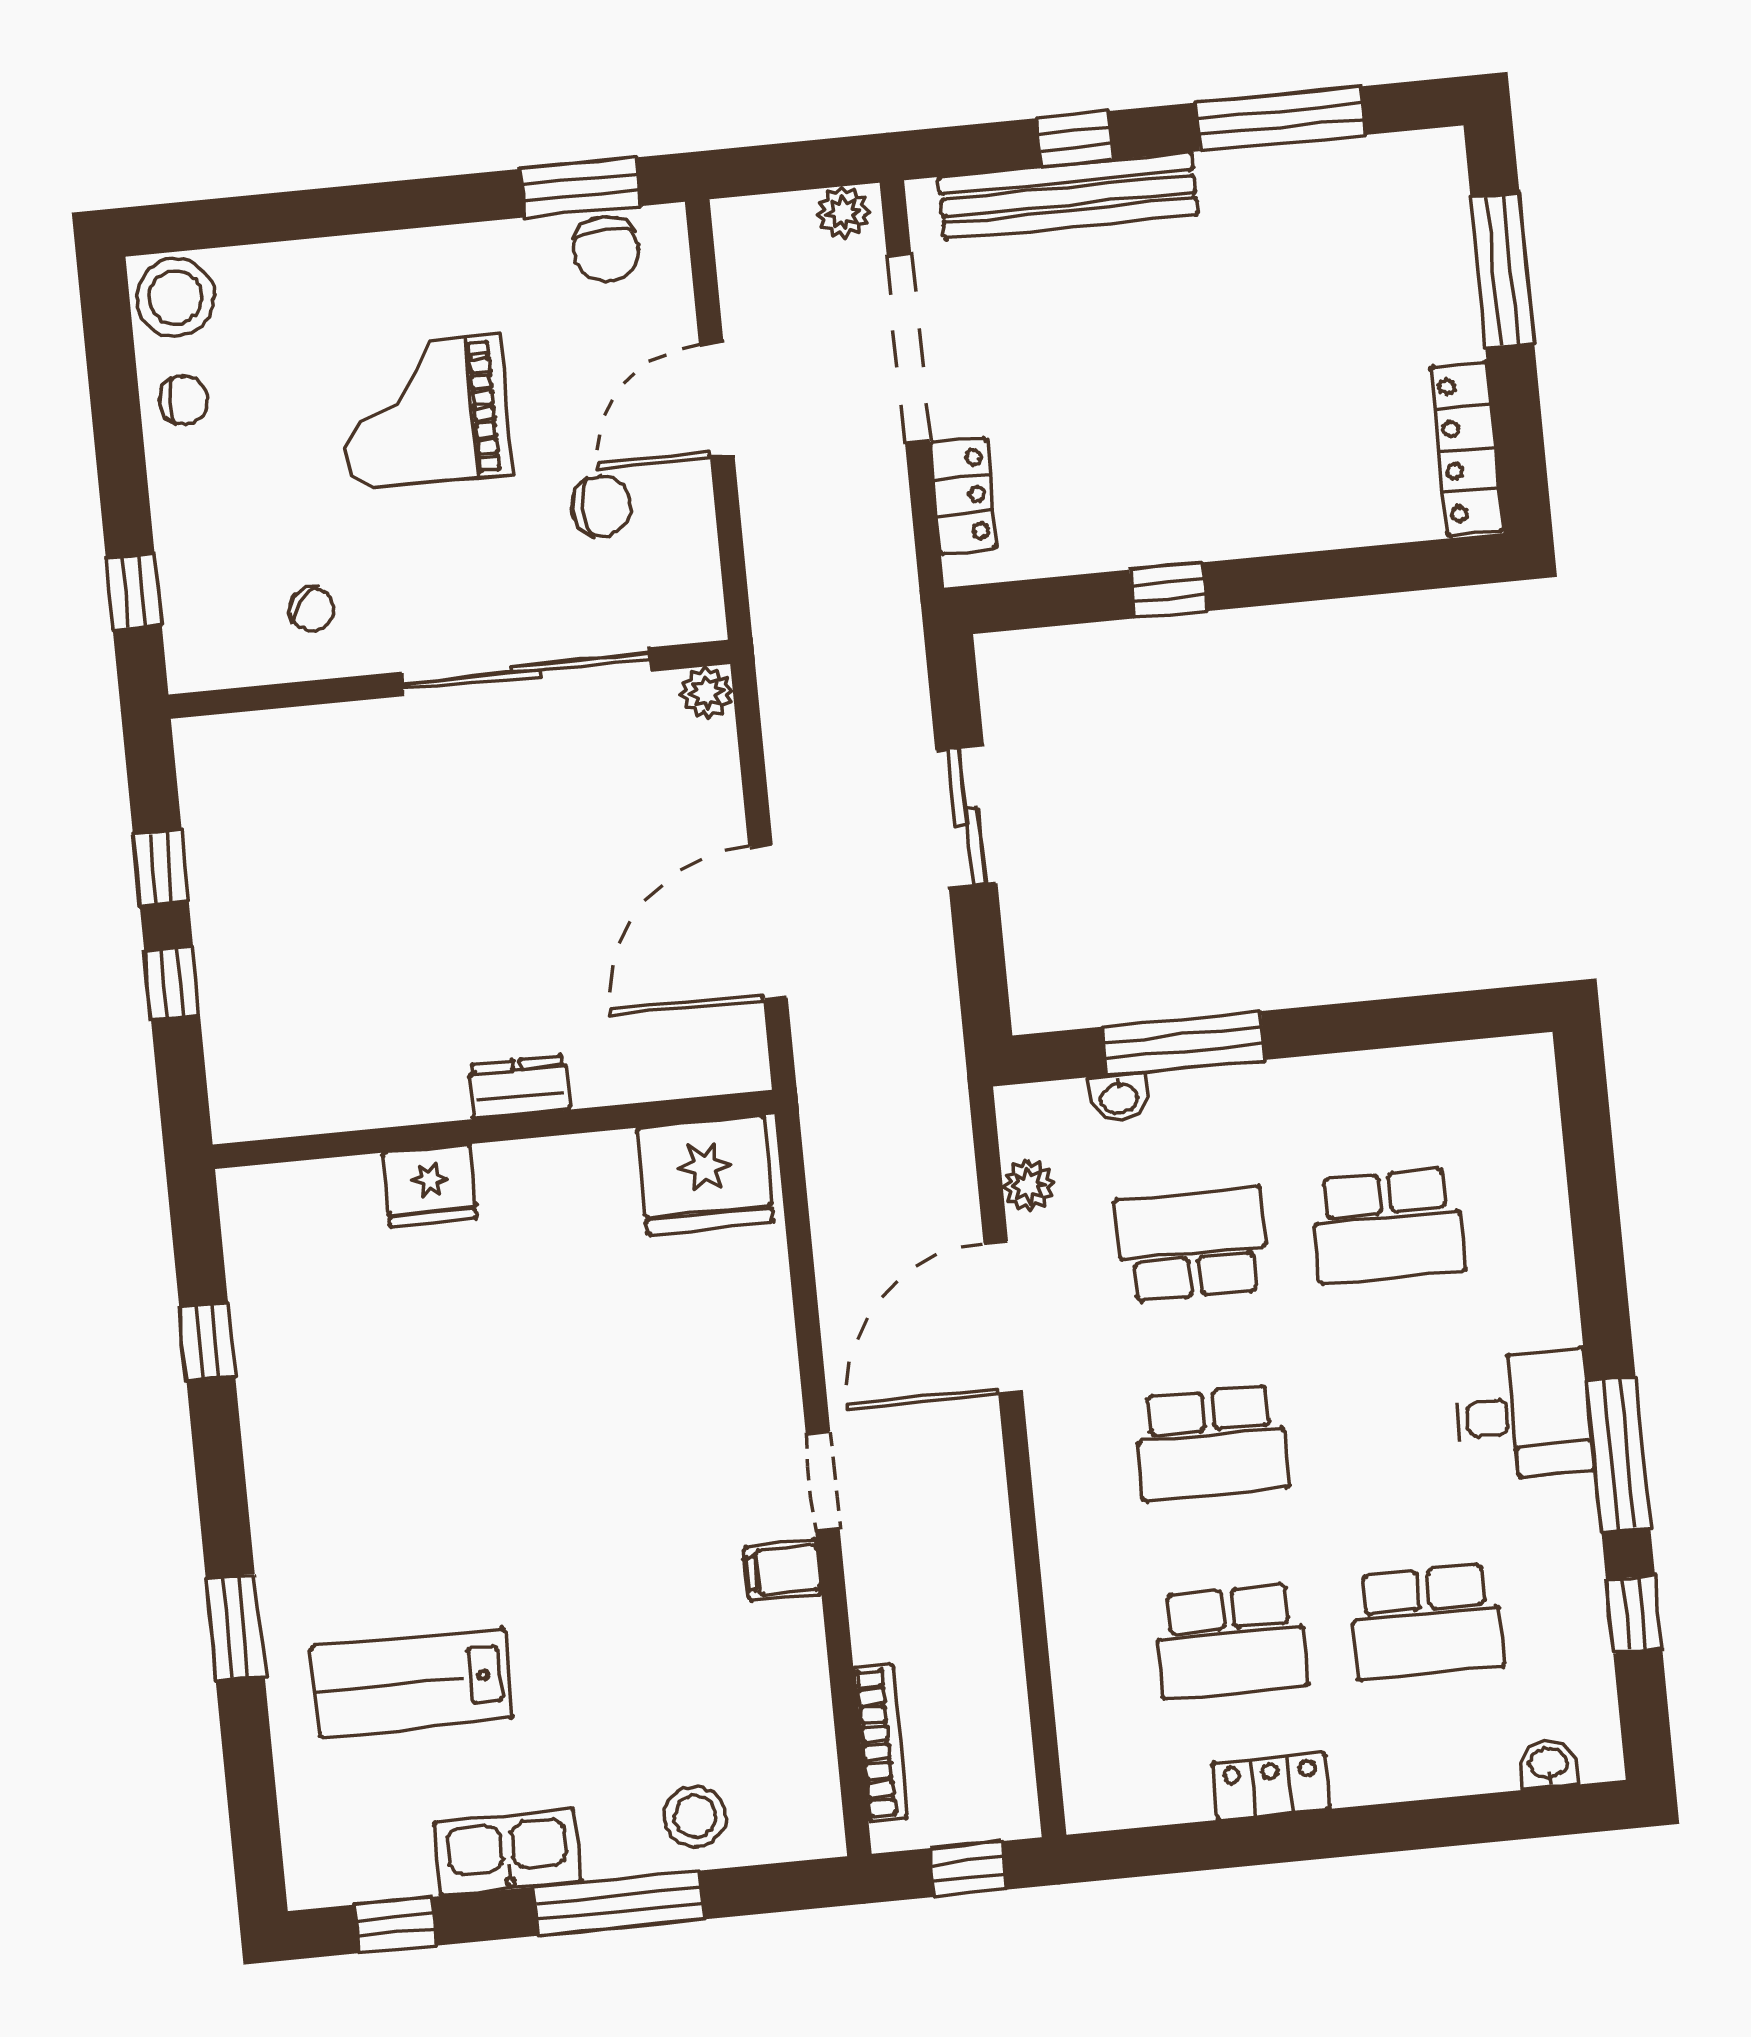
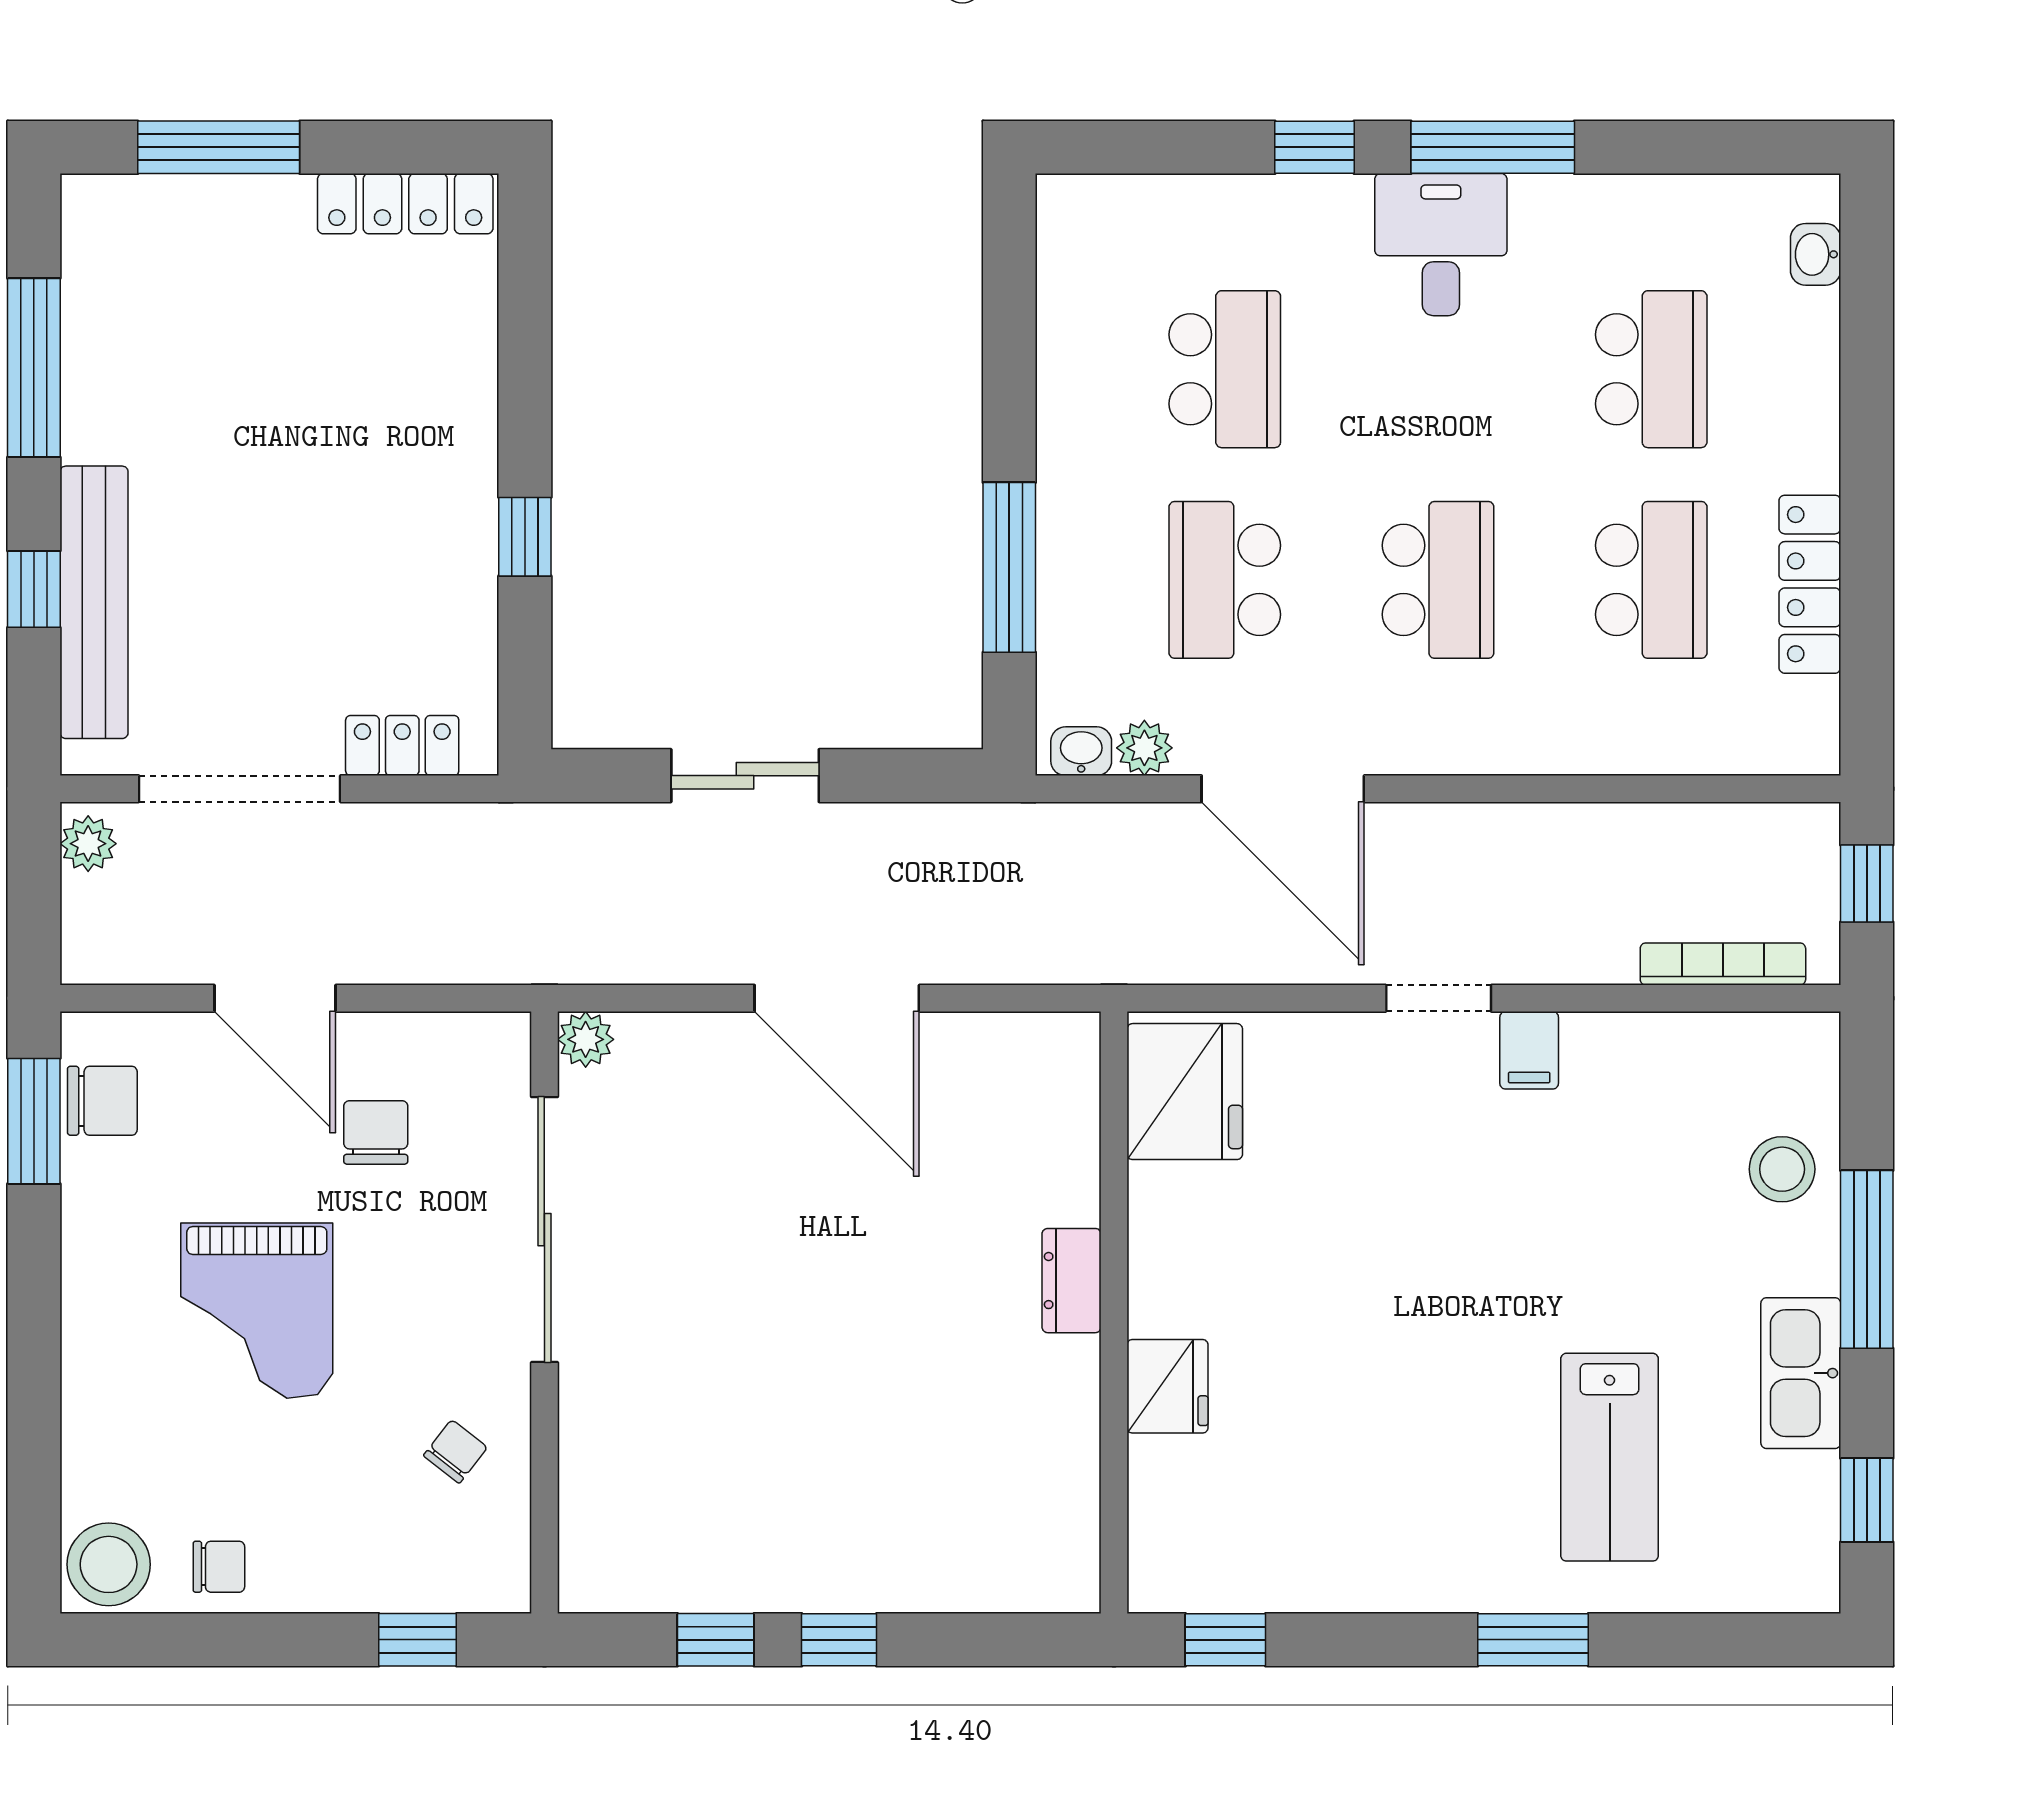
chair: (183, 400) -> (219, 1567), turned 90
dresser: (519, 1087) -> (1072, 1281), moved
washbasin: (1119, 1097) -> (1081, 751), moved, turned -90
wall: (493, 1129) -> (1114, 1312), moved
fridge: (705, 1175) -> (1185, 1092), moved
fridge: (430, 1186) -> (1167, 1386), moved
window: (1634, 1614) -> (1315, 147), moved
locker: (1271, 1786) -> (1810, 584), width x1.53

